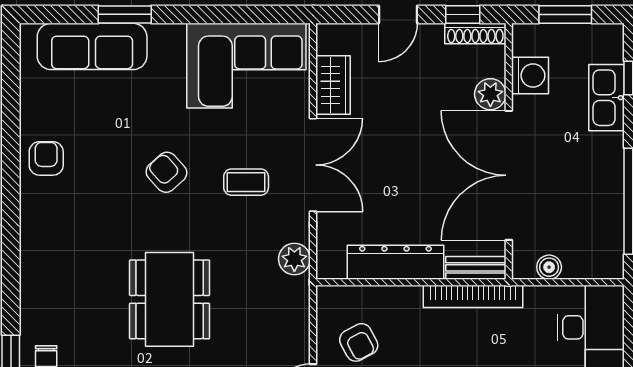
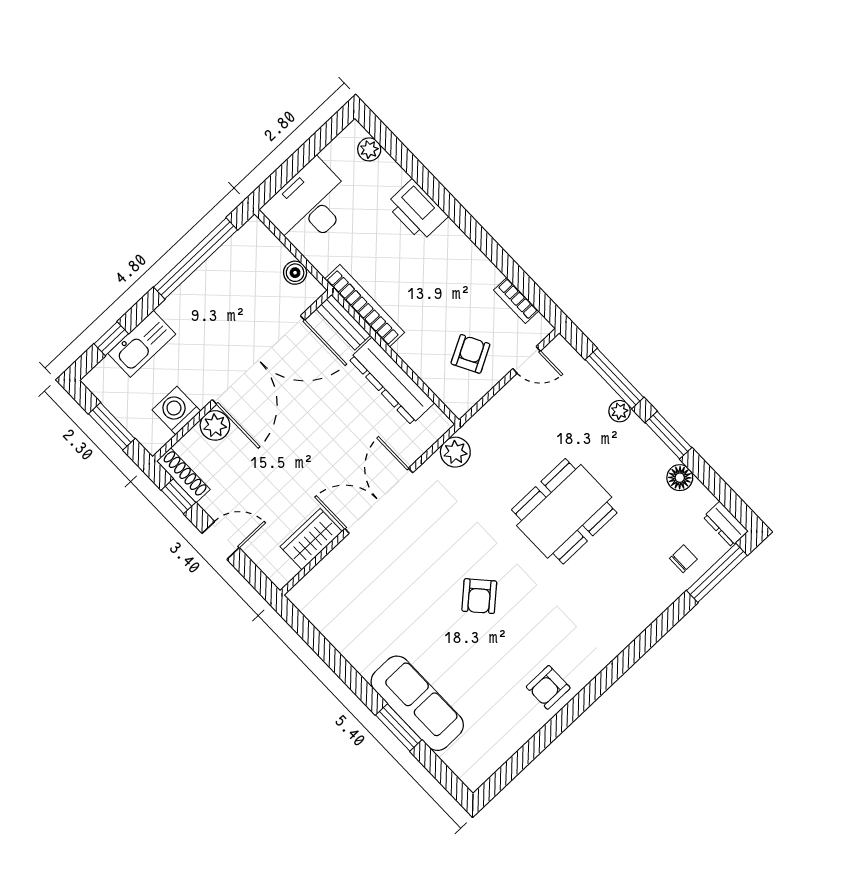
sofa: (92, 46) -> (417, 703), moved
corner sofa: (246, 66) -> (354, 611), removed
coffee table: (246, 182) -> (434, 535), removed

